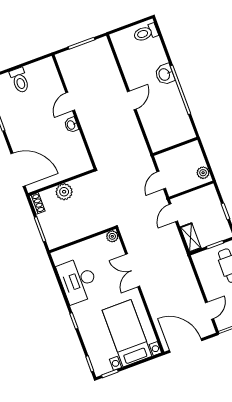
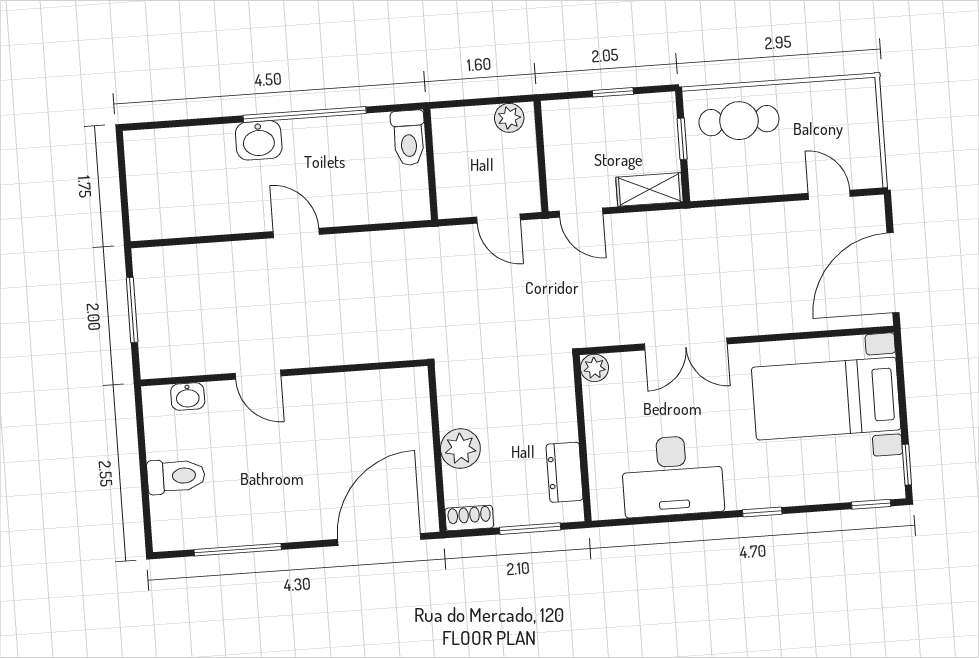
toilet: (146, 33) -> (408, 138), moved
washbasin: (71, 125) -> (188, 397), moved
dresser: (67, 236) -> (565, 472), added

